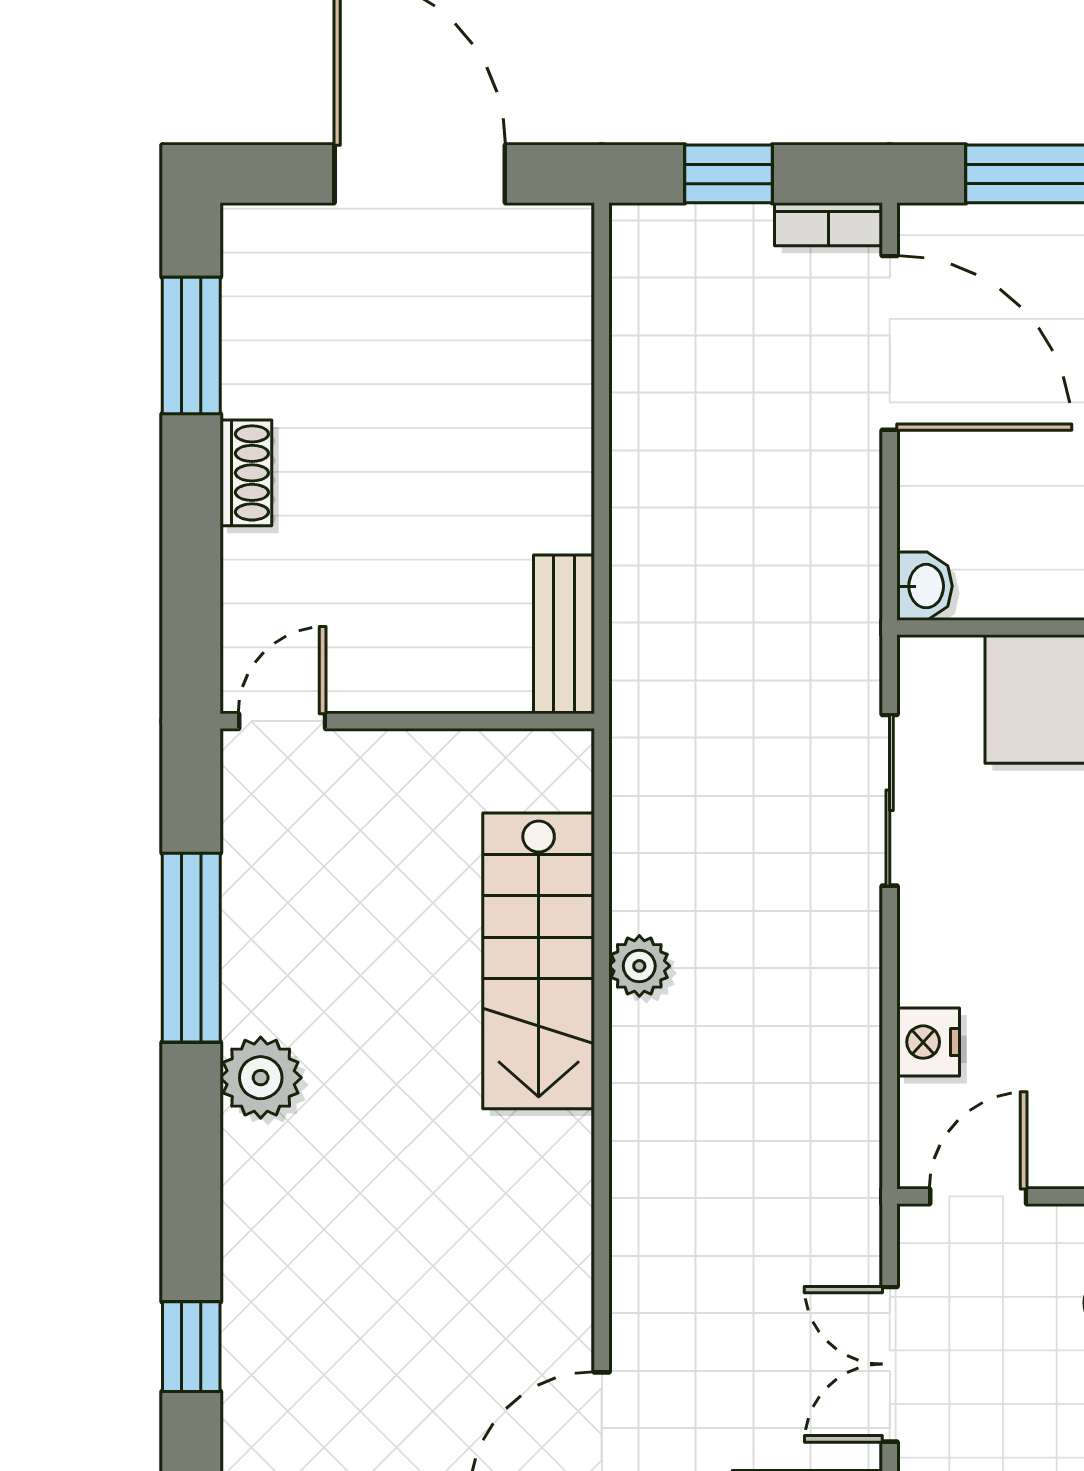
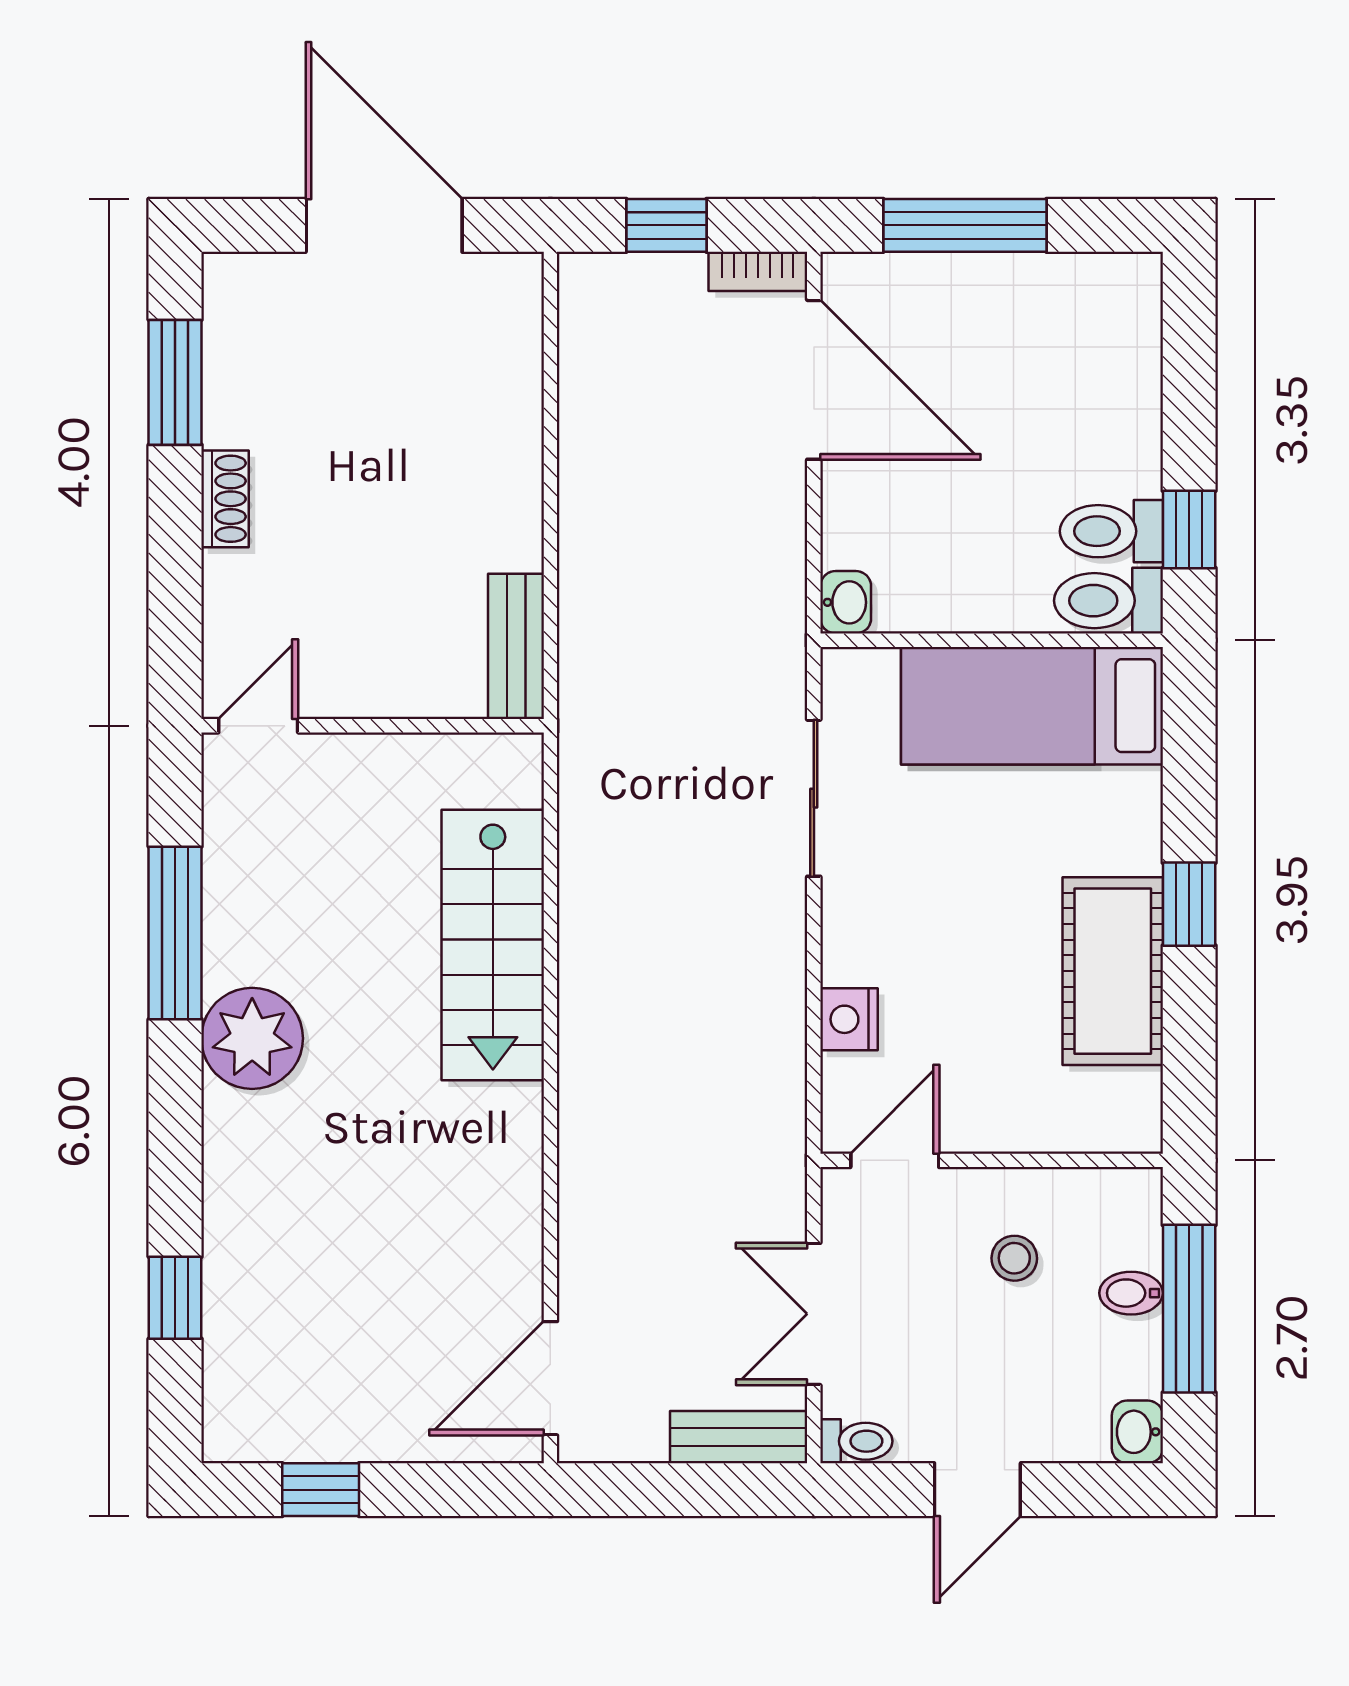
plant: (639, 966) -> (585, 950), removed
plant: (261, 1078) -> (252, 1038), width x1.36, depth x1.36

